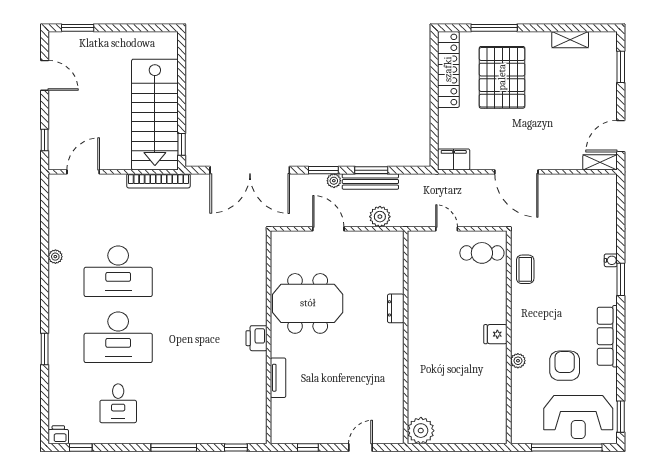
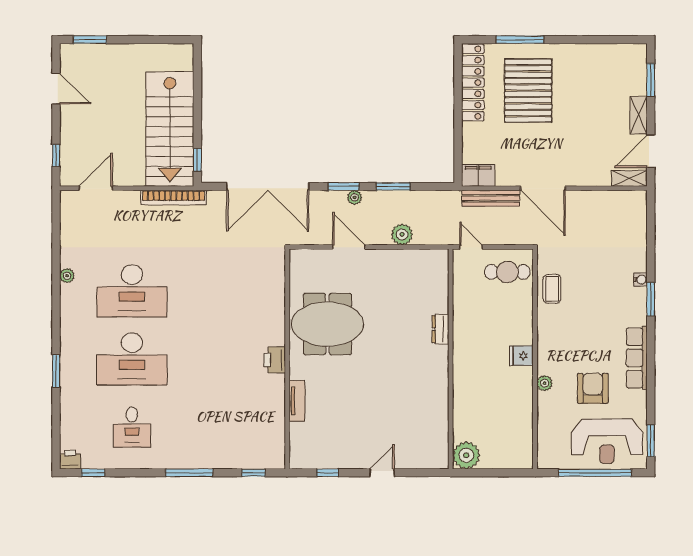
shelving: (570, 40) -> (639, 115), moved, turned 90
bench: (370, 182) -> (491, 198), moved
dresser: (396, 308) -> (440, 329), moved
wall: (406, 337) -> (451, 359), moved
plant: (421, 431) -> (466, 455), moved

